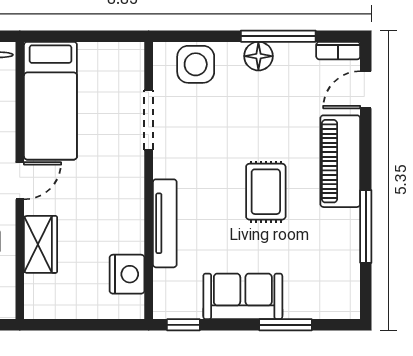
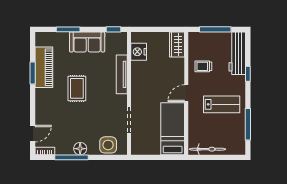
piano: (340, 161) -> (44, 67), moved
window: (366, 226) -> (33, 73), width x0.69
wardrobe: (41, 244) -> (177, 44), moved

